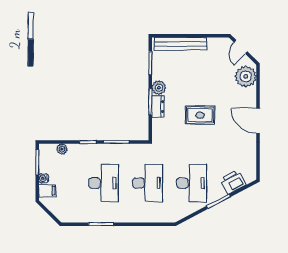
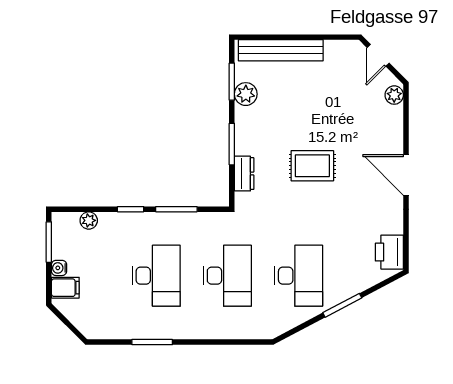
plant: (246, 76) -> (394, 95), width x0.53, depth x0.53
plant: (159, 88) -> (246, 94), moved
dresser: (158, 107) -> (244, 174), moved
printer: (233, 182) -> (389, 252), moved, turned -62

